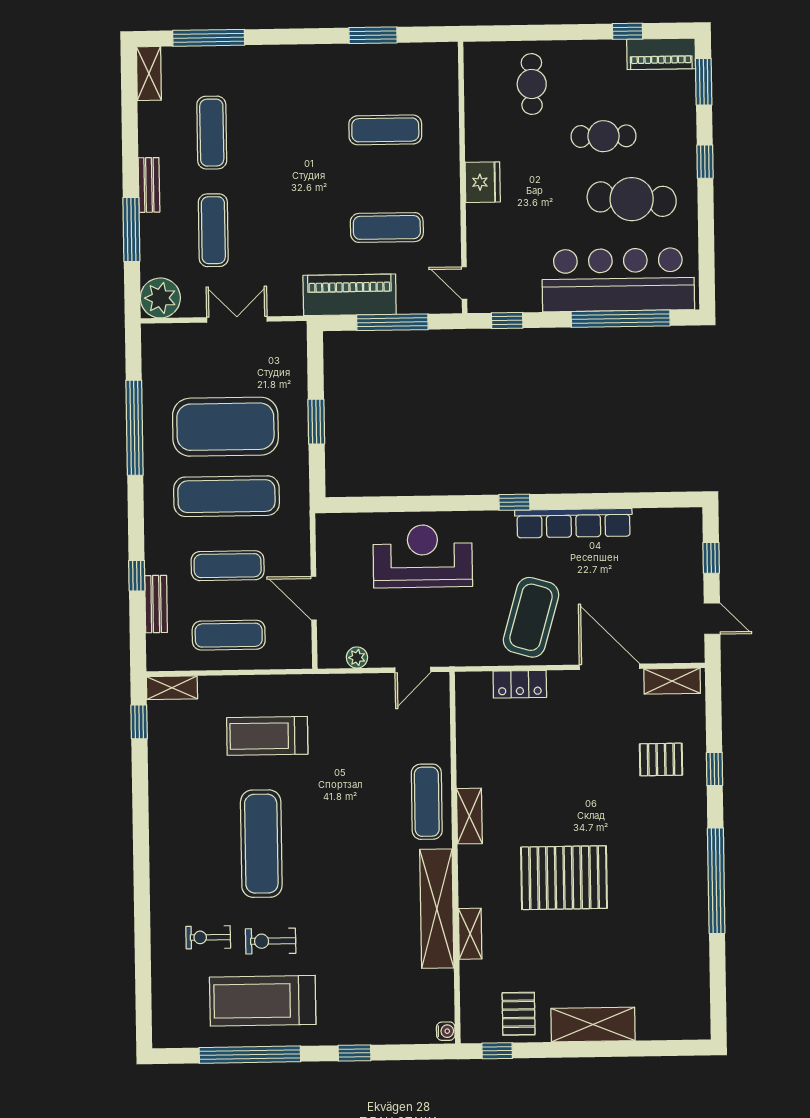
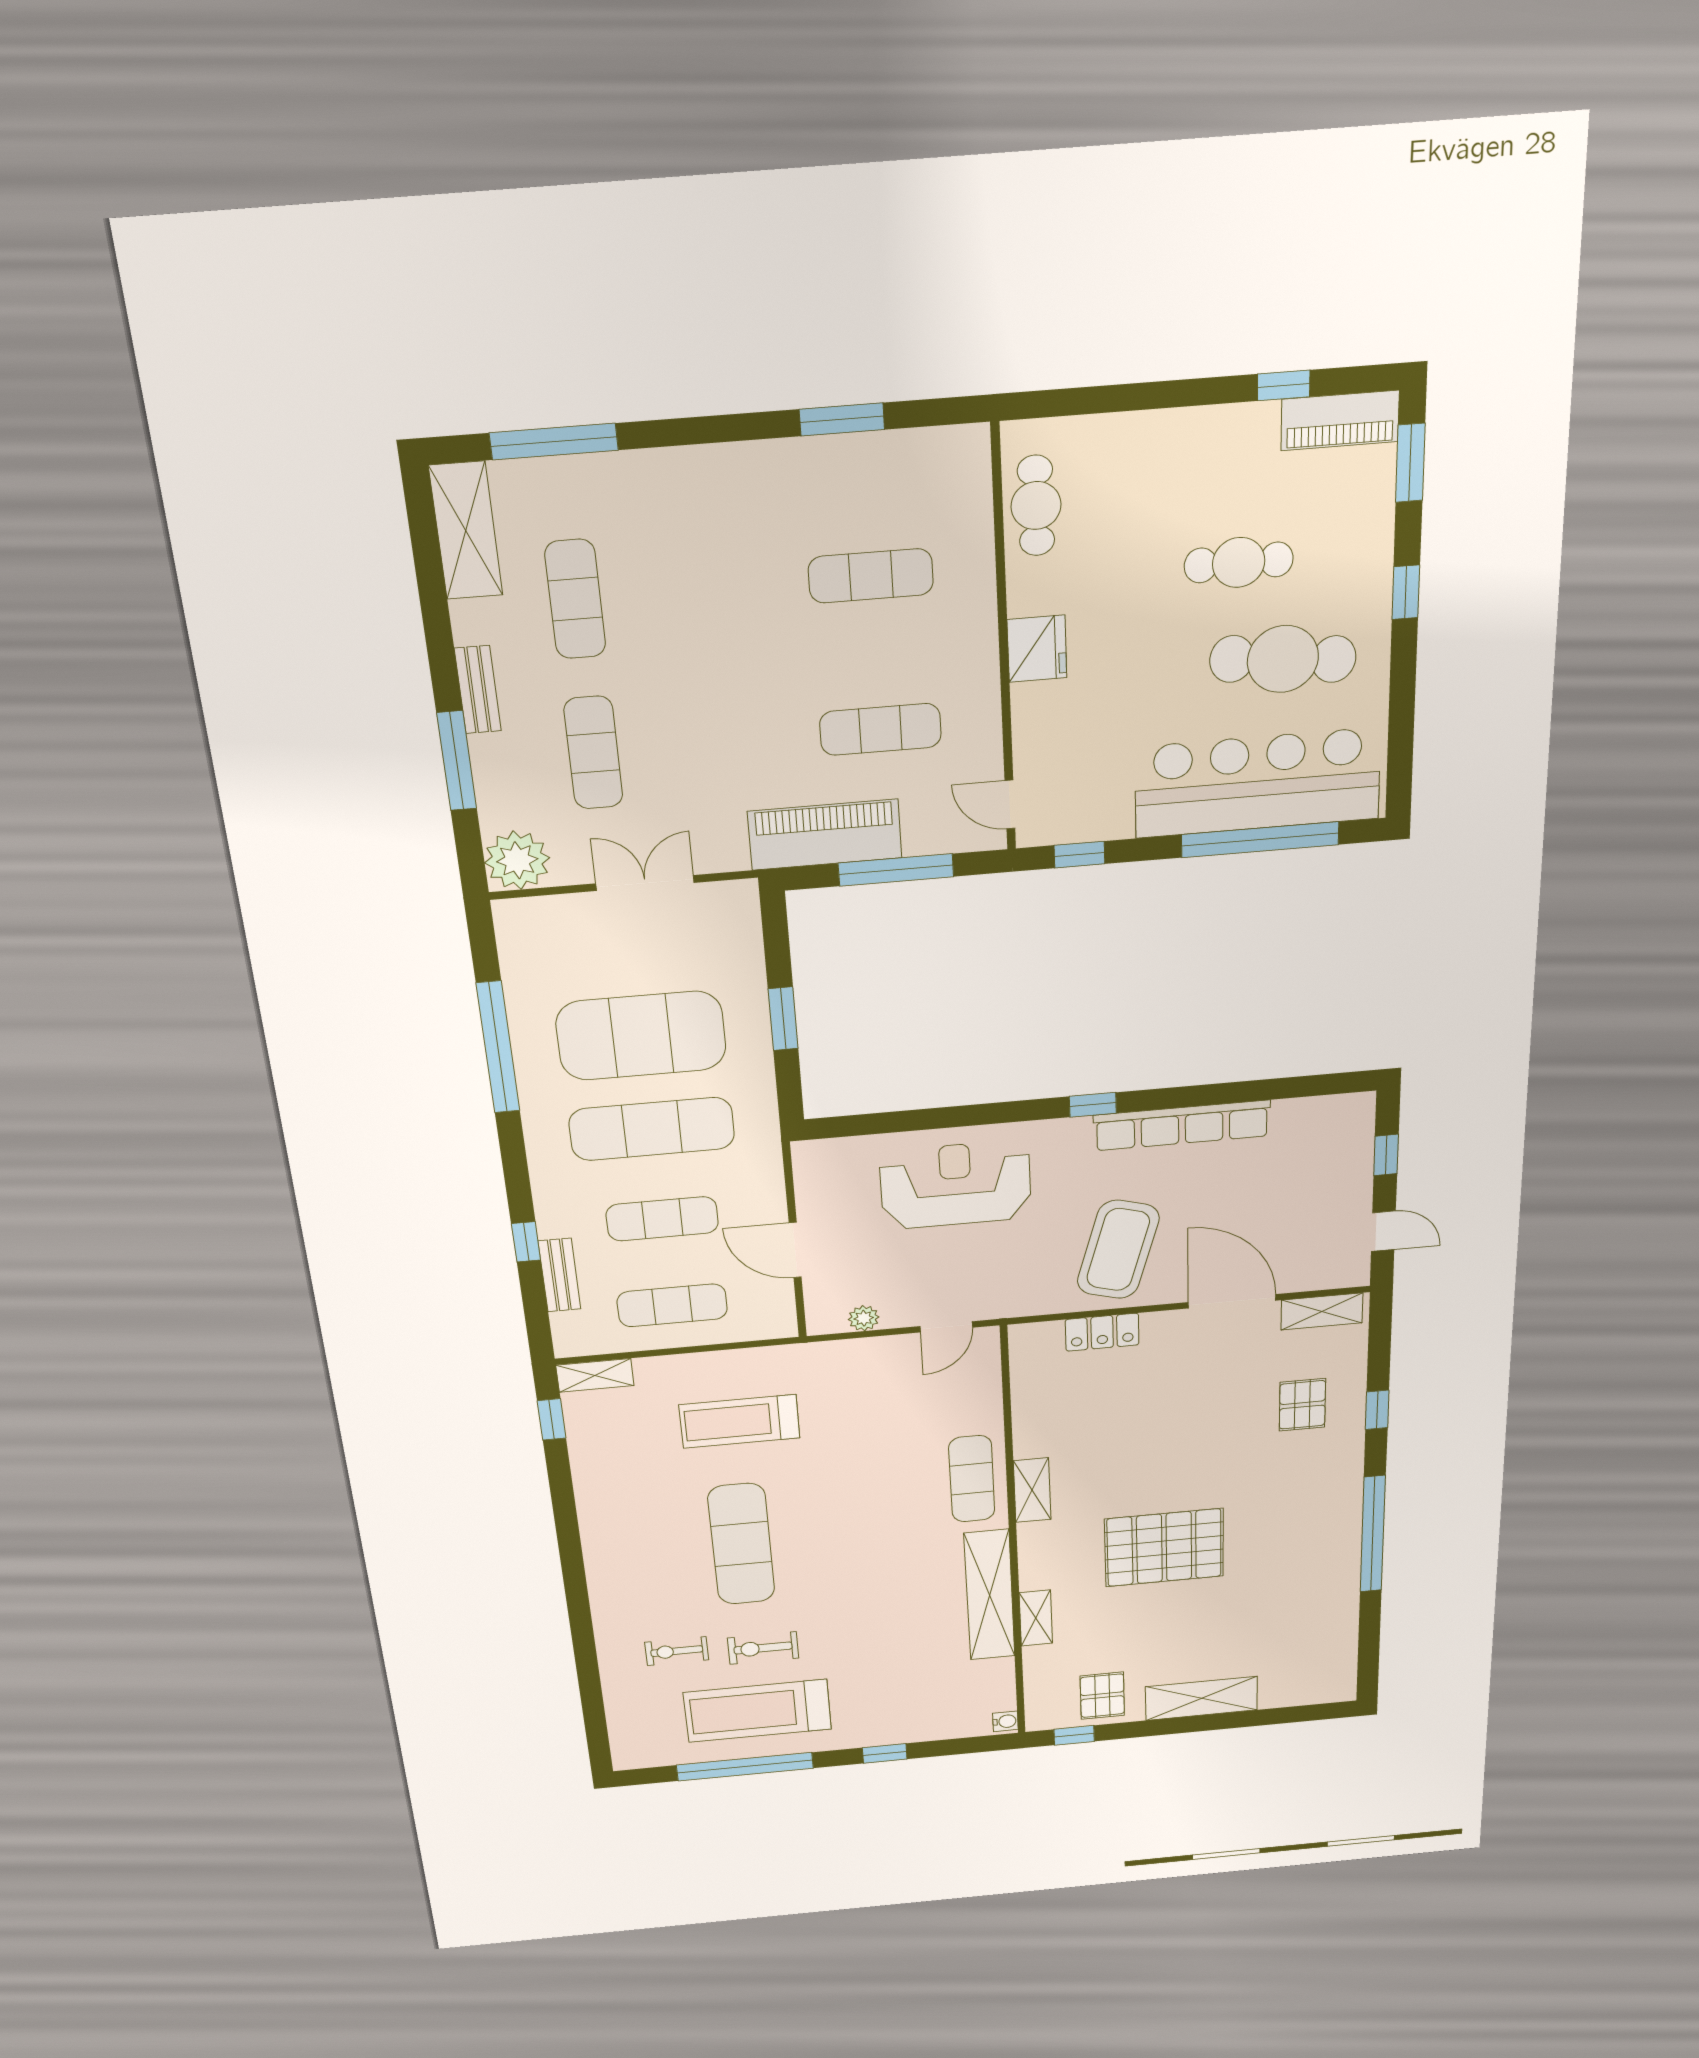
shelving: (149, 74) -> (466, 531), width x1.50, depth x1.33
cafe table: (532, 84) -> (1036, 506), moved
pallet: (661, 759) -> (1302, 1405), turned 90

